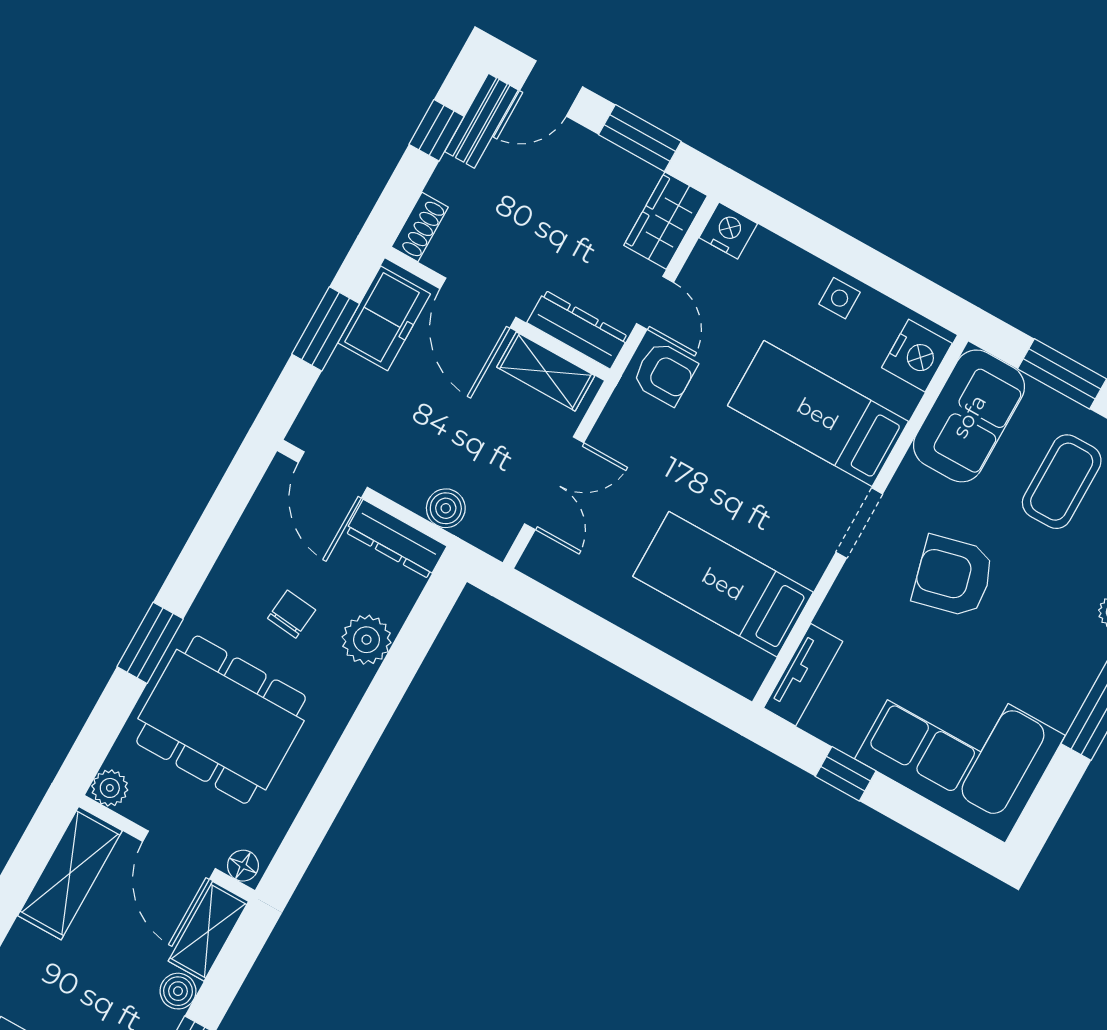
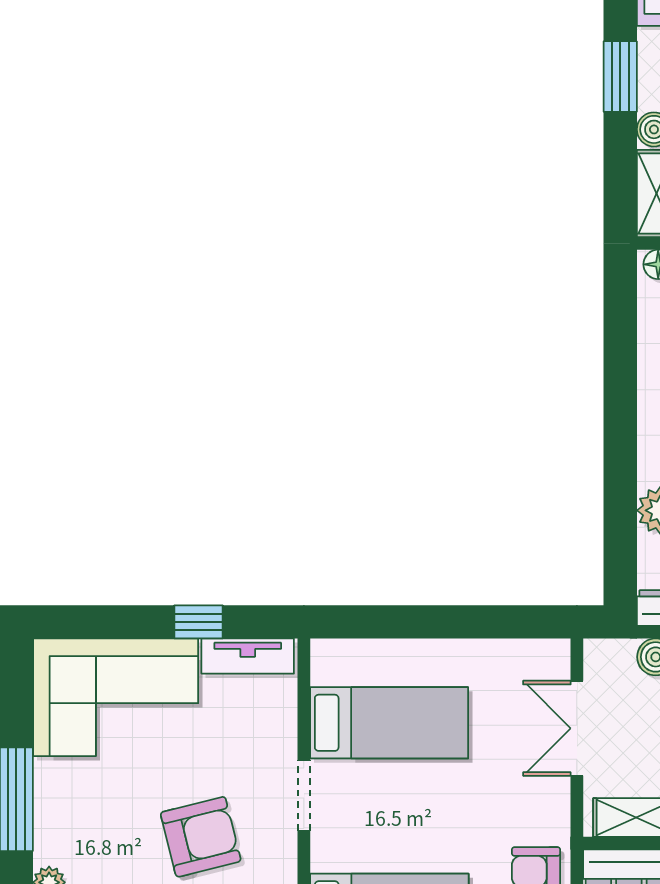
doorway: (859, 523) -> (304, 796), moved
tv unit: (803, 675) -> (248, 656), moved, turned -90

